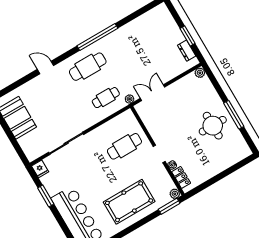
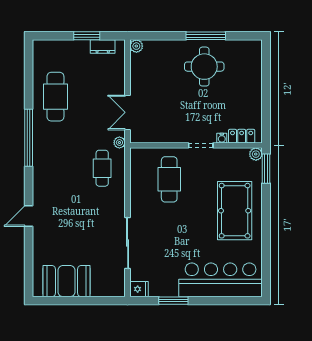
cafe table: (88, 67) -> (55, 97), moved

